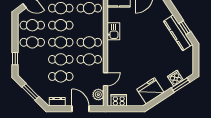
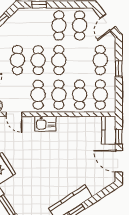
cafe table: (61, 25) -> (80, 95), moved
kitchen sink: (113, 31) -> (45, 124), moved
cooker: (175, 78) -> (15, 199), removed

